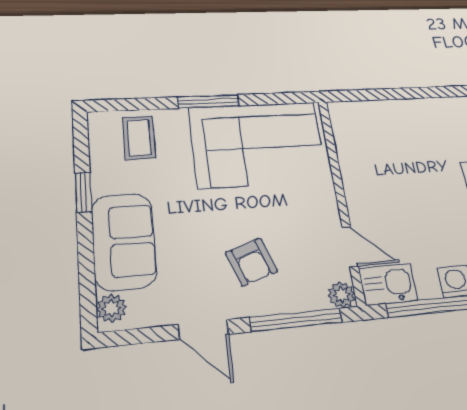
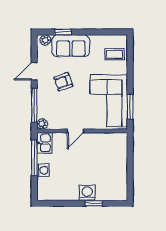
window: (208, 101) -> (130, 107), moved
window: (83, 192) -> (63, 32), moved
door: (350, 247) -> (75, 131), moved
armchair: (251, 262) -> (63, 82), moved

